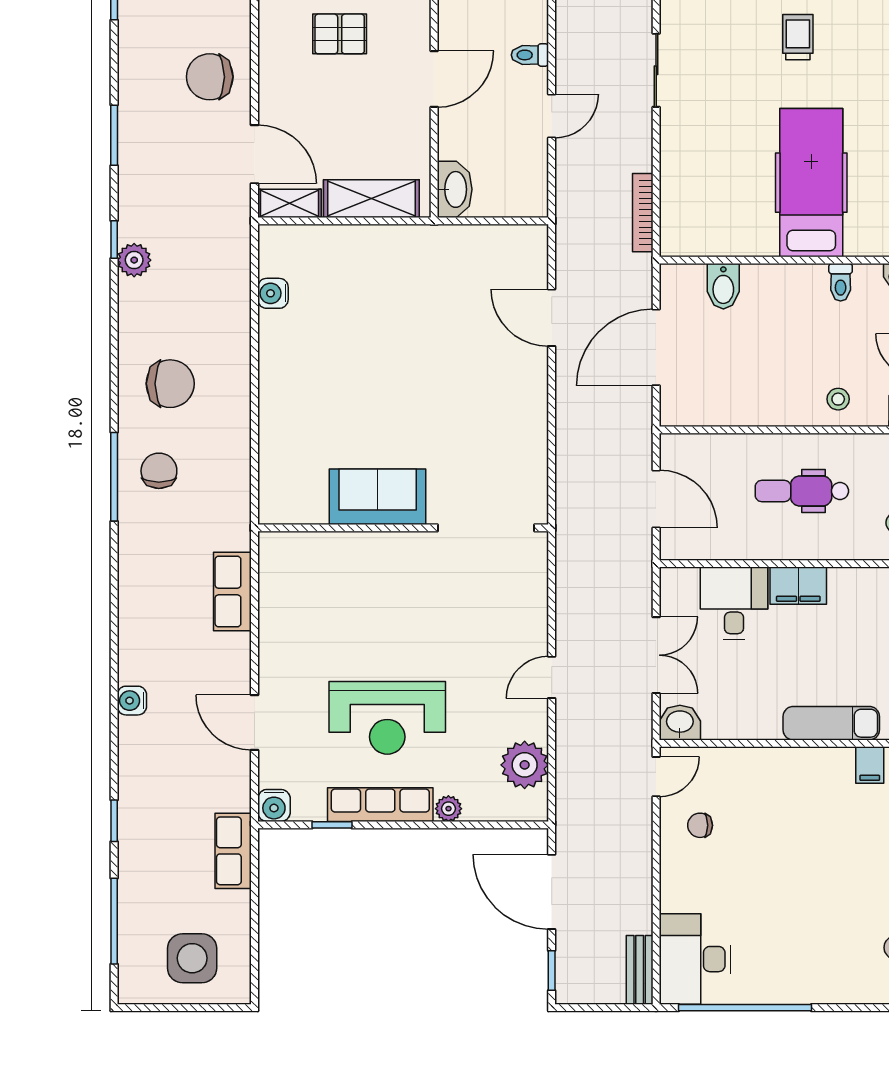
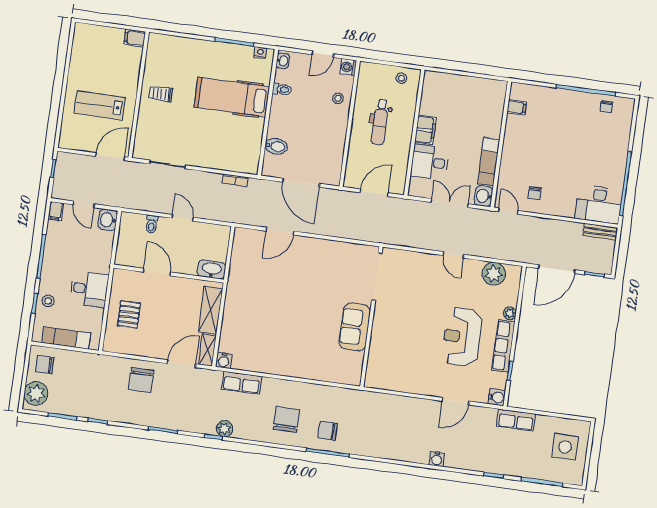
bookcase: (643, 213) -> (235, 180), width x0.64
water cooler: (273, 293) -> (224, 360), moved
row of seats: (232, 592) -> (242, 383), moved
reception desk: (387, 718) -> (462, 337), turned 180
exam couch: (831, 723) -> (489, 162), moved

